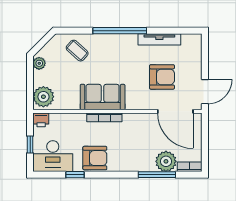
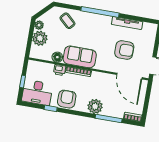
plant: (43, 97) -> (40, 38), moved
floor lamp: (72, 103) -> (57, 57), added
printer: (41, 120) -> (60, 70), moved
armchair: (95, 158) -> (67, 99), turned -90
plant: (166, 161) -> (95, 106), moved

